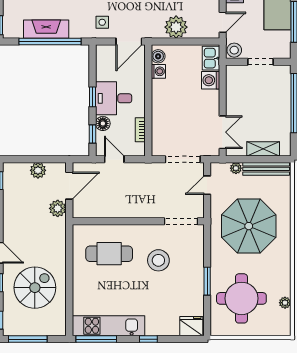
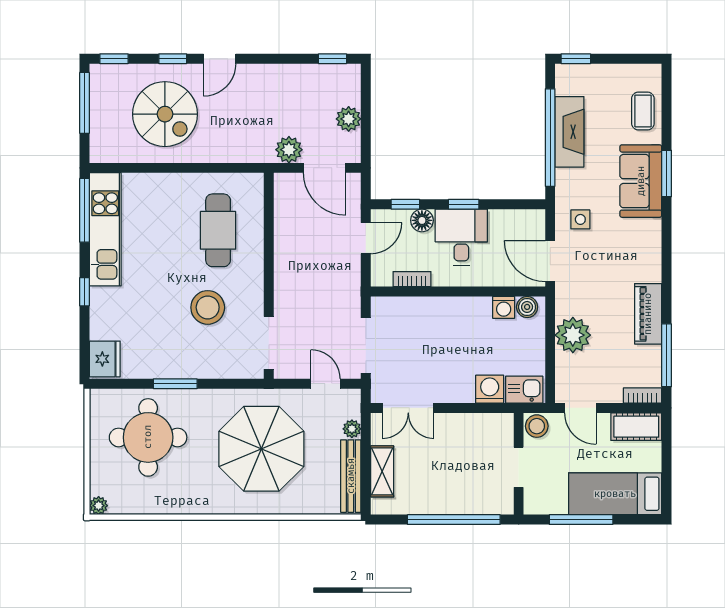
plant: (285, 303) -> (99, 506), moved

